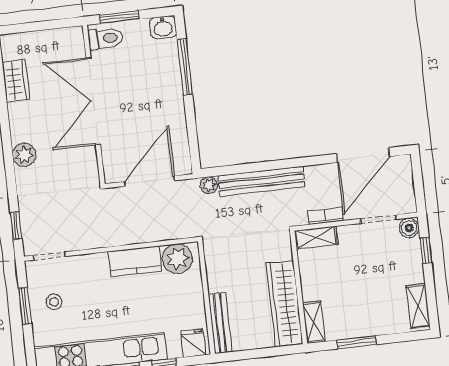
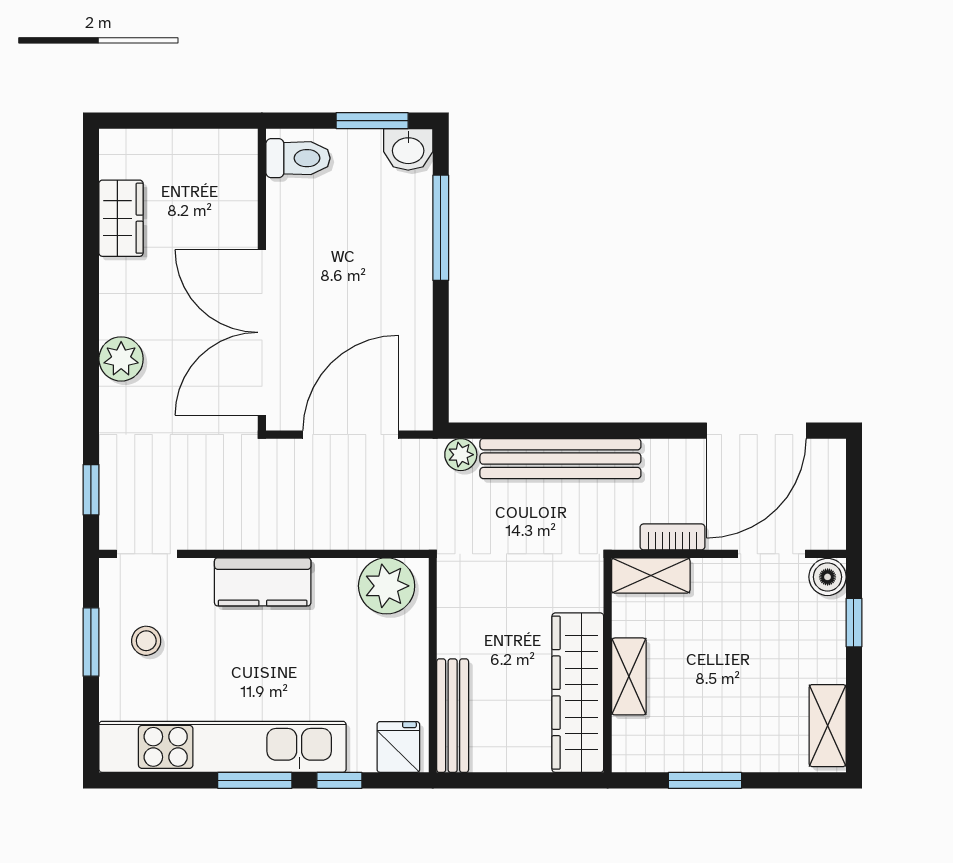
window: (119, 17) -> (372, 121), moved
double door: (93, 101) -> (262, 332), moved
kitchen counter: (135, 261) -> (263, 582), moved
shelving: (314, 322) -> (629, 676), moved

